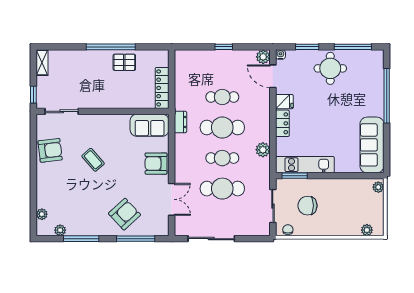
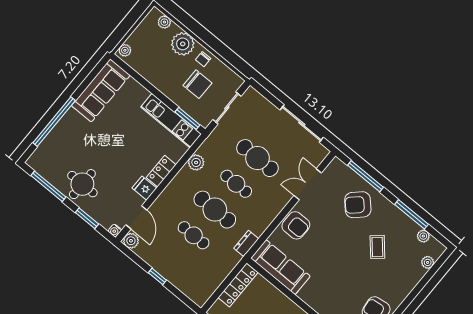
sofa: (150, 125) -> (280, 267), width x1.36
coffee table: (93, 160) -> (377, 247), moved
plant: (341, 225) -> (183, 44), added
chair: (288, 230) -> (203, 59), moved

